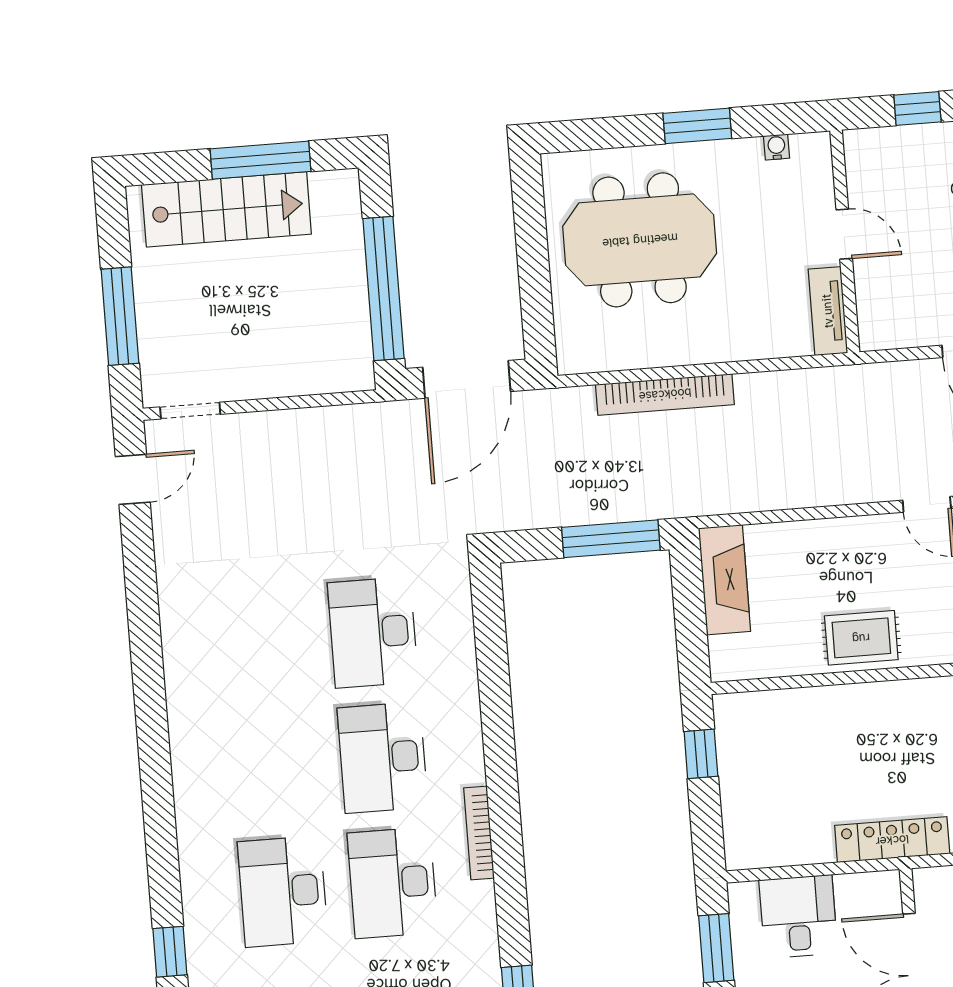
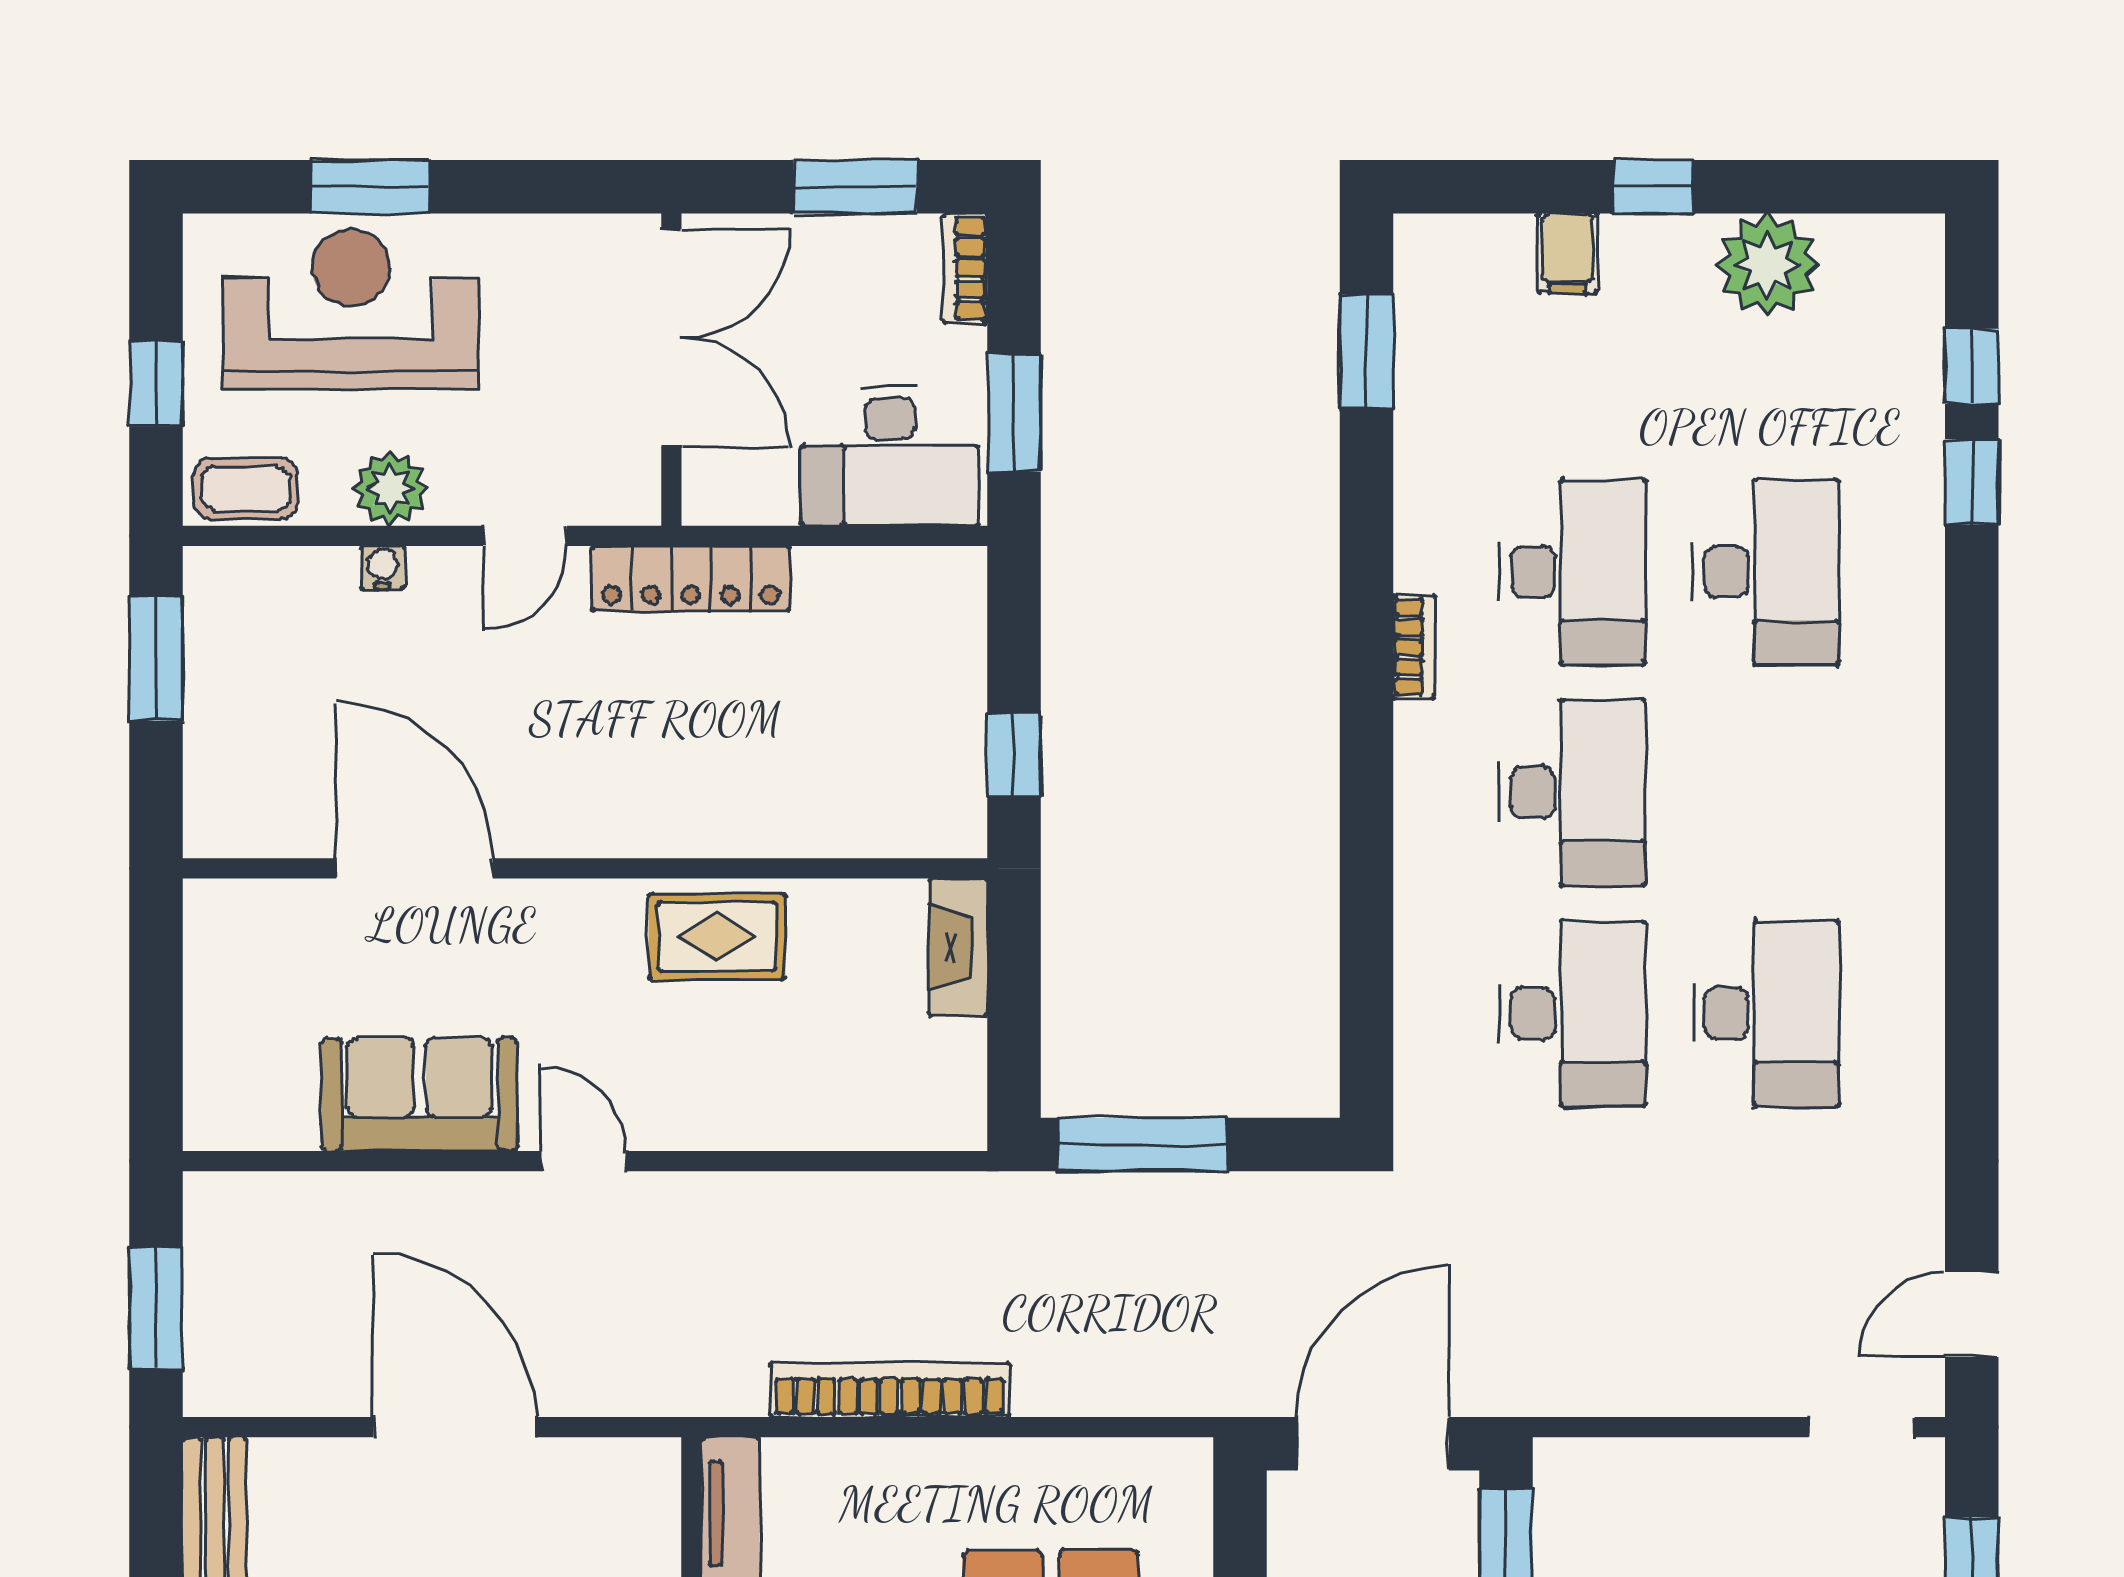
bookcase: (665, 394) -> (890, 1390), moved
fireplace: (725, 580) -> (958, 947), moved, width x0.73, depth x0.76
desk: (263, 641) -> (1766, 1013), added
bookcase: (479, 833) -> (1414, 647), width x0.64
desk: (798, 917) -> (890, 456), width x1.37

